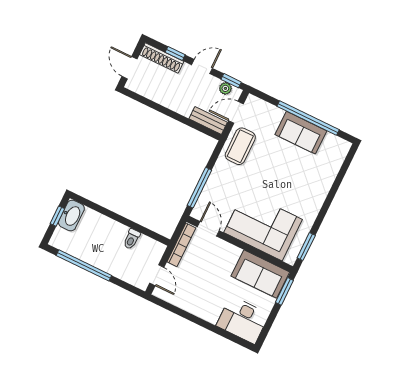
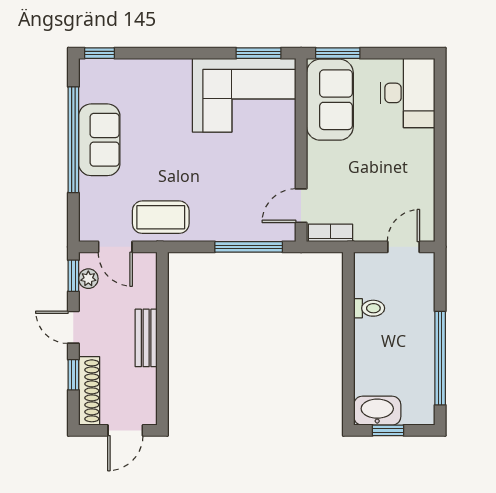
bench: (208, 120) -> (146, 338), moved
window: (350, 157) -> (100, 53), added
corner sofa: (263, 226) -> (244, 95), moved, turned -90
bookcase: (181, 245) -> (330, 233), width x0.64

